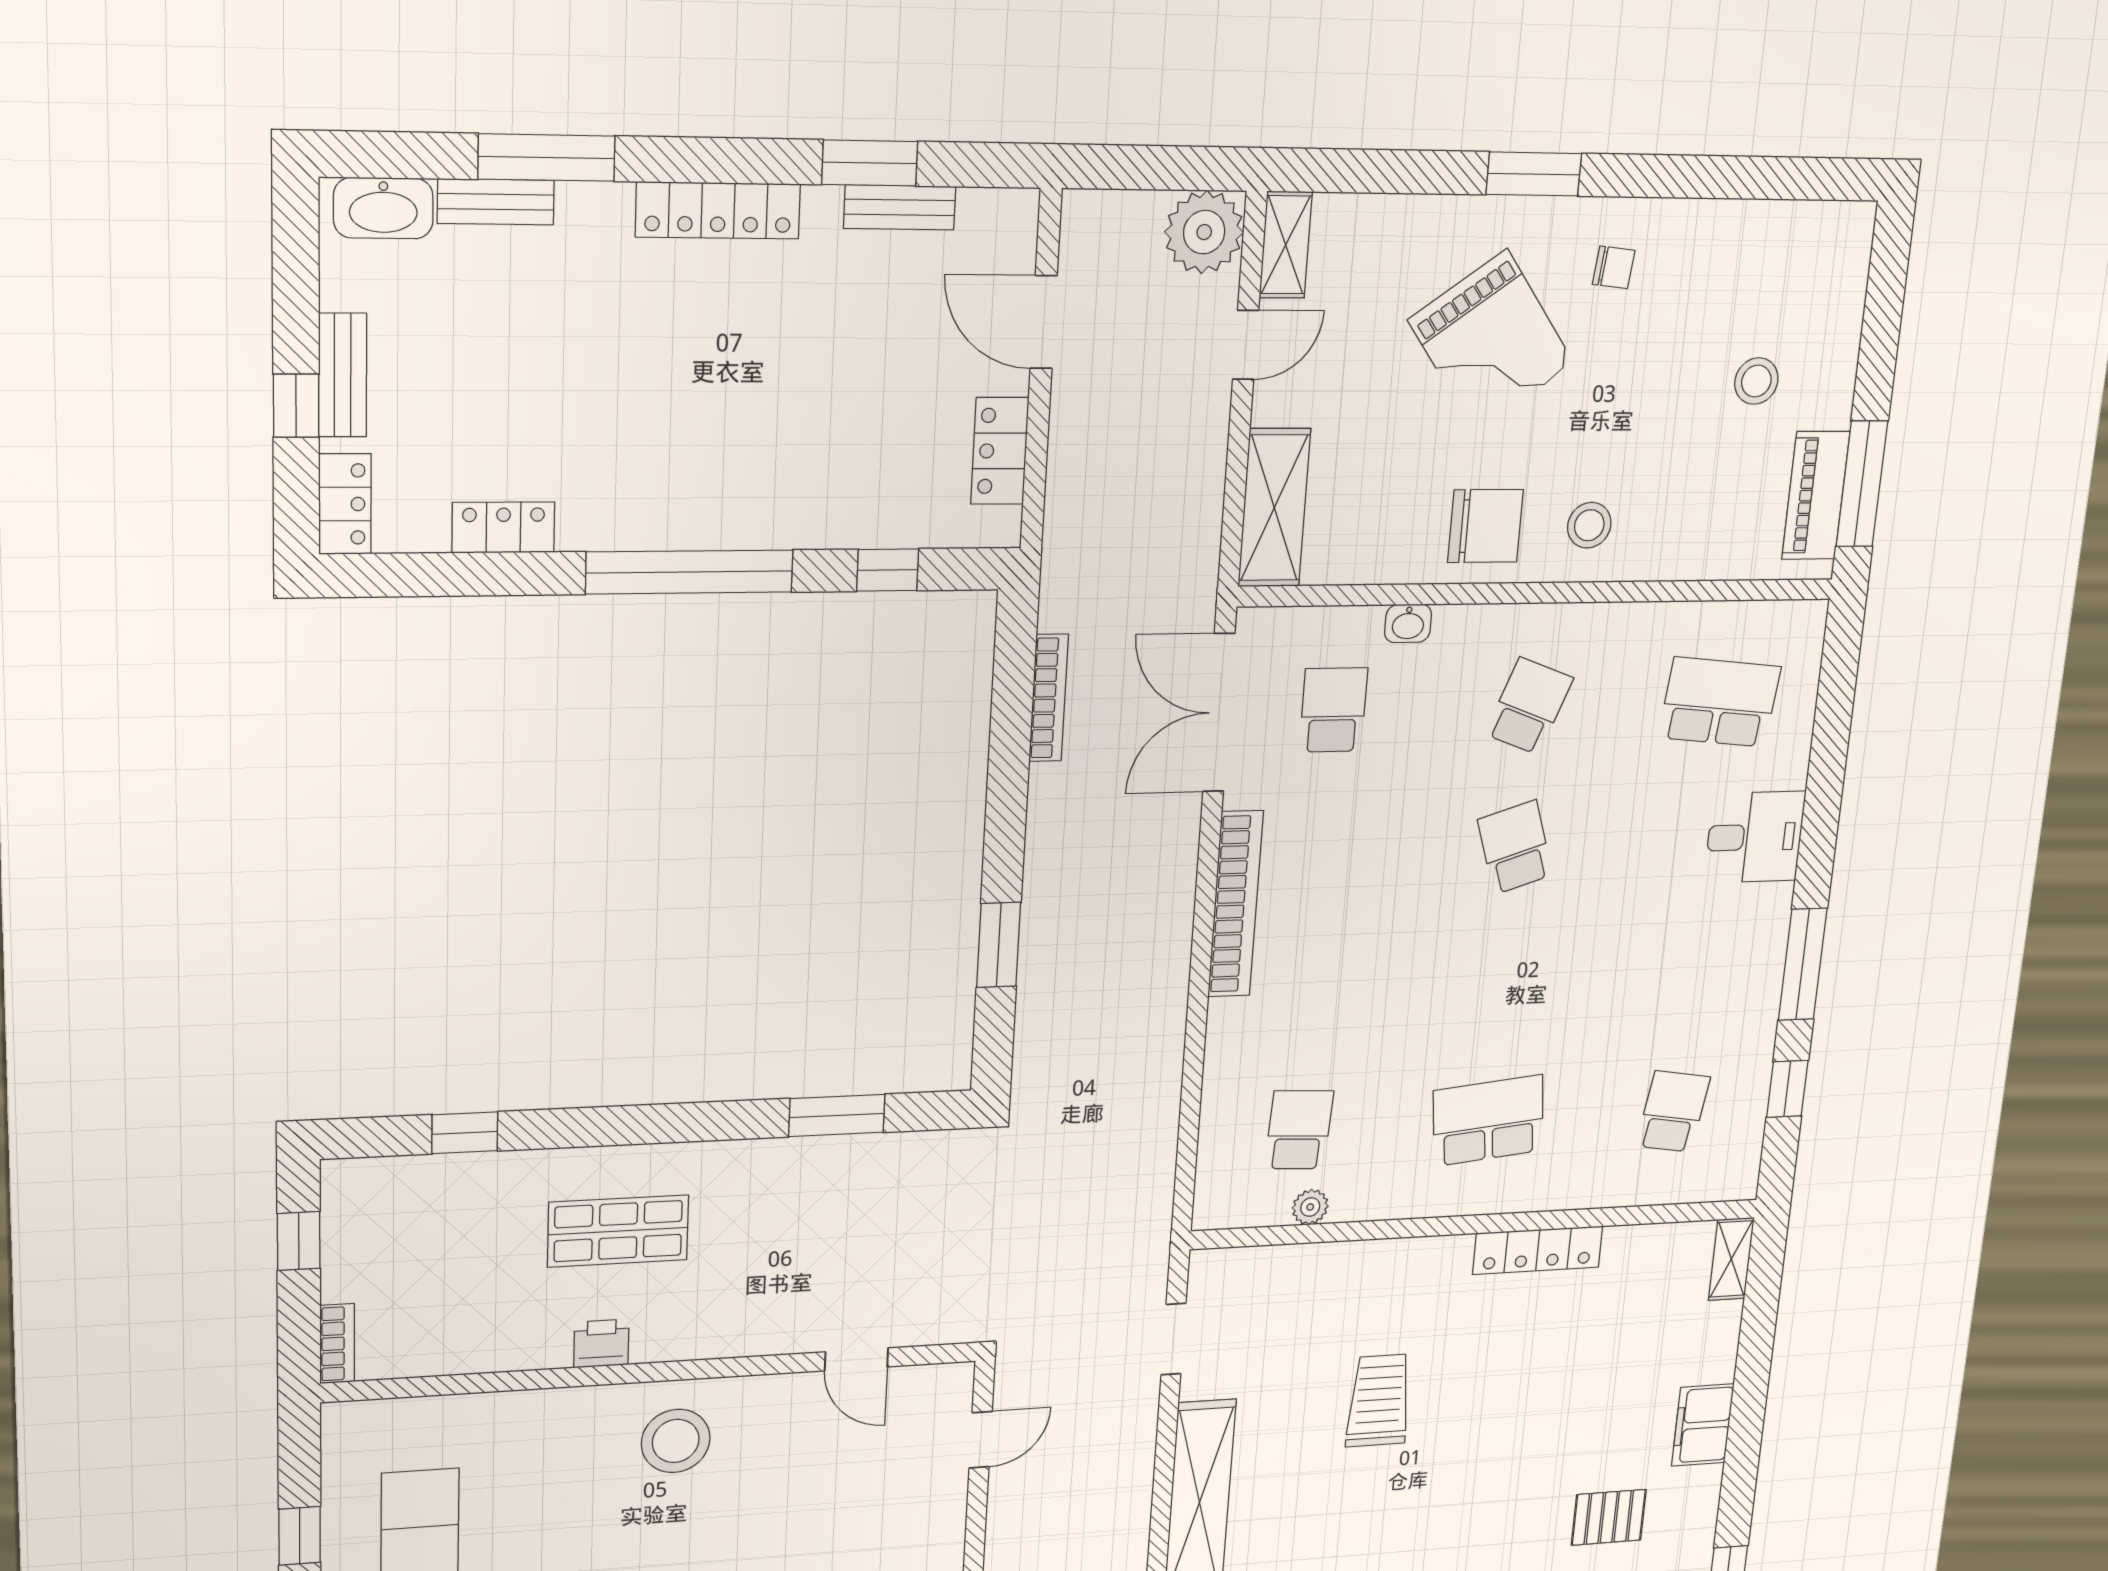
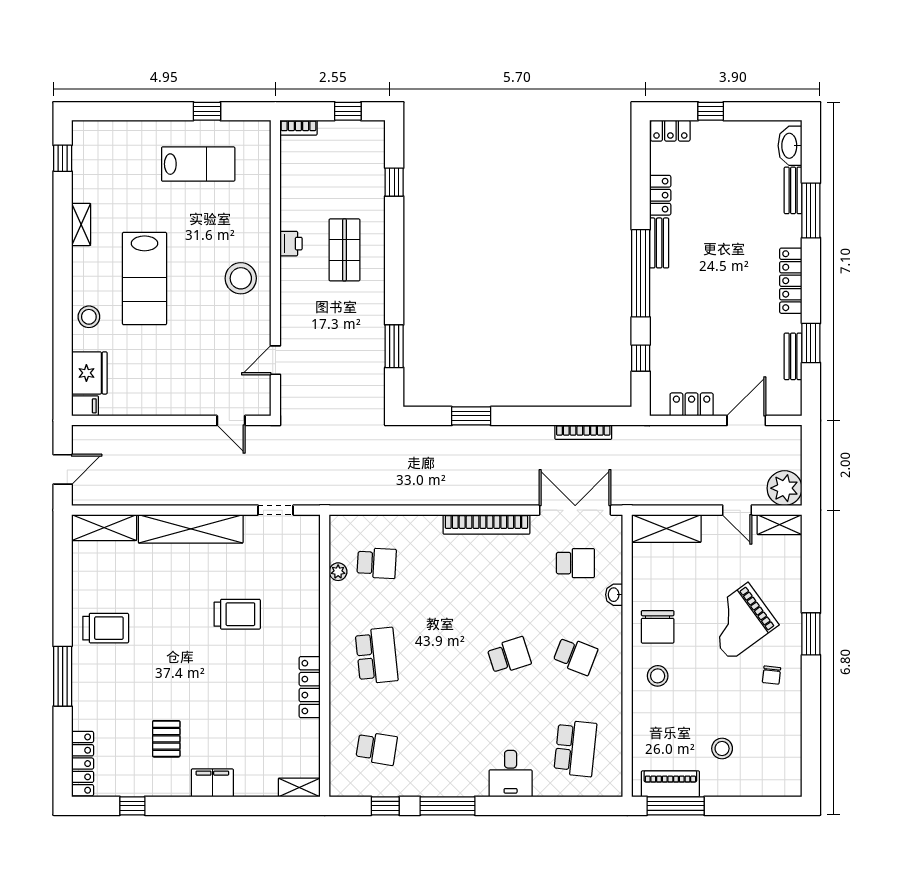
bench: (343, 375) -> (659, 243), moved, turned 90

